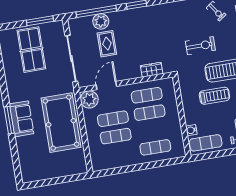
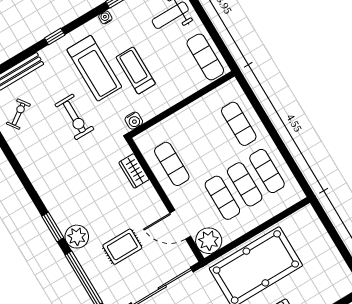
plant: (101, 21) -> (77, 237), moved
exercise bike: (200, 46) -> (74, 117), turned 180
exercise mat: (150, 113) -> (267, 171), moved
water cooler: (191, 130) -> (134, 121), moved

